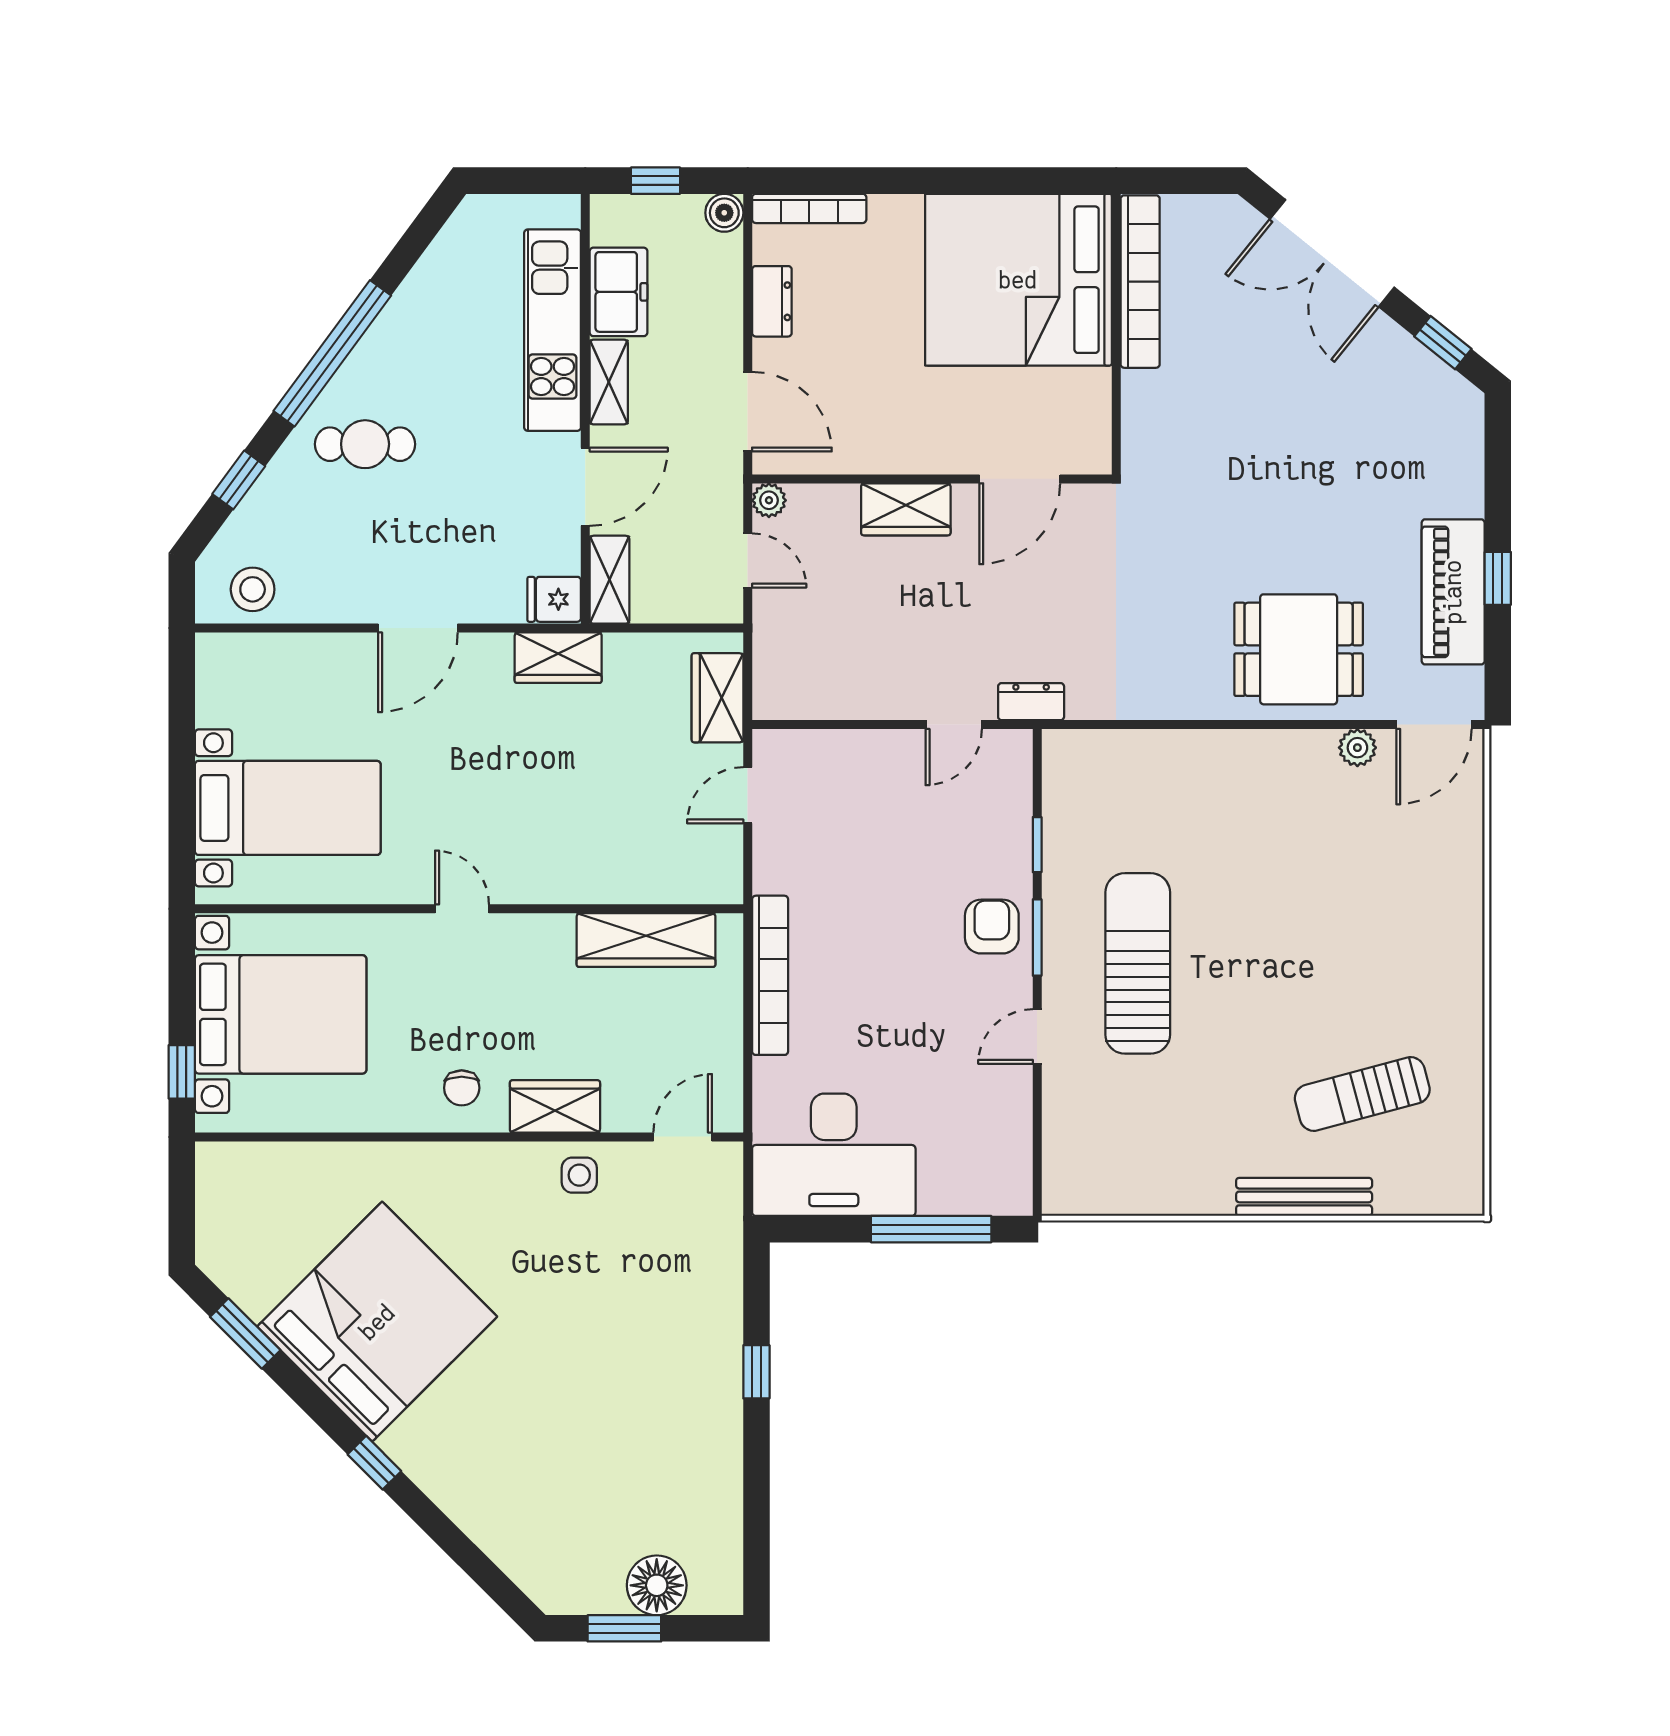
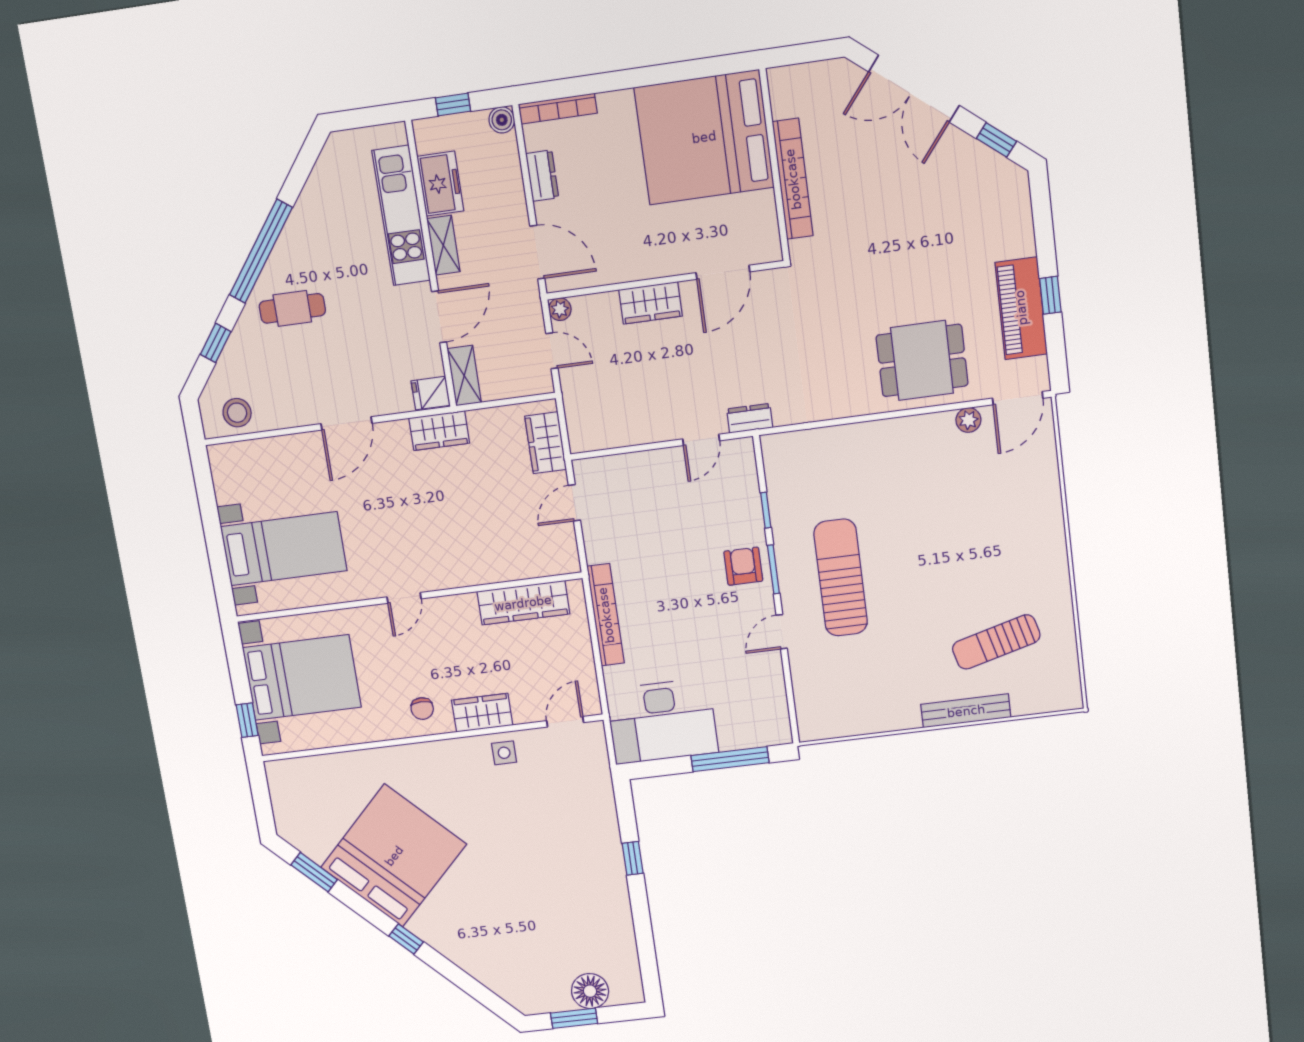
bookcase: (1140, 282) -> (793, 179), moved
door: (462, 909) -> (404, 598), swing flipped

